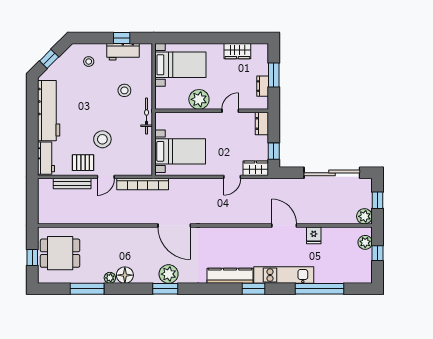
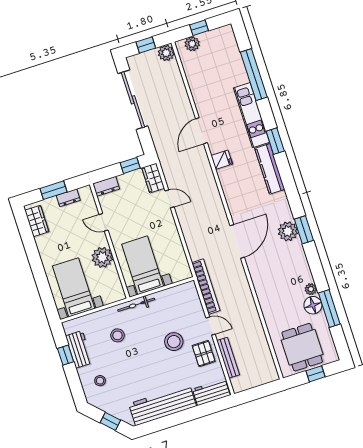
wardrobe: (237, 51) -> (37, 221), moved
bed with nightstands: (180, 151) -> (143, 265), moved
fridge: (314, 235) -> (222, 160), moved
floor lamp: (125, 275) -> (313, 305), moved

